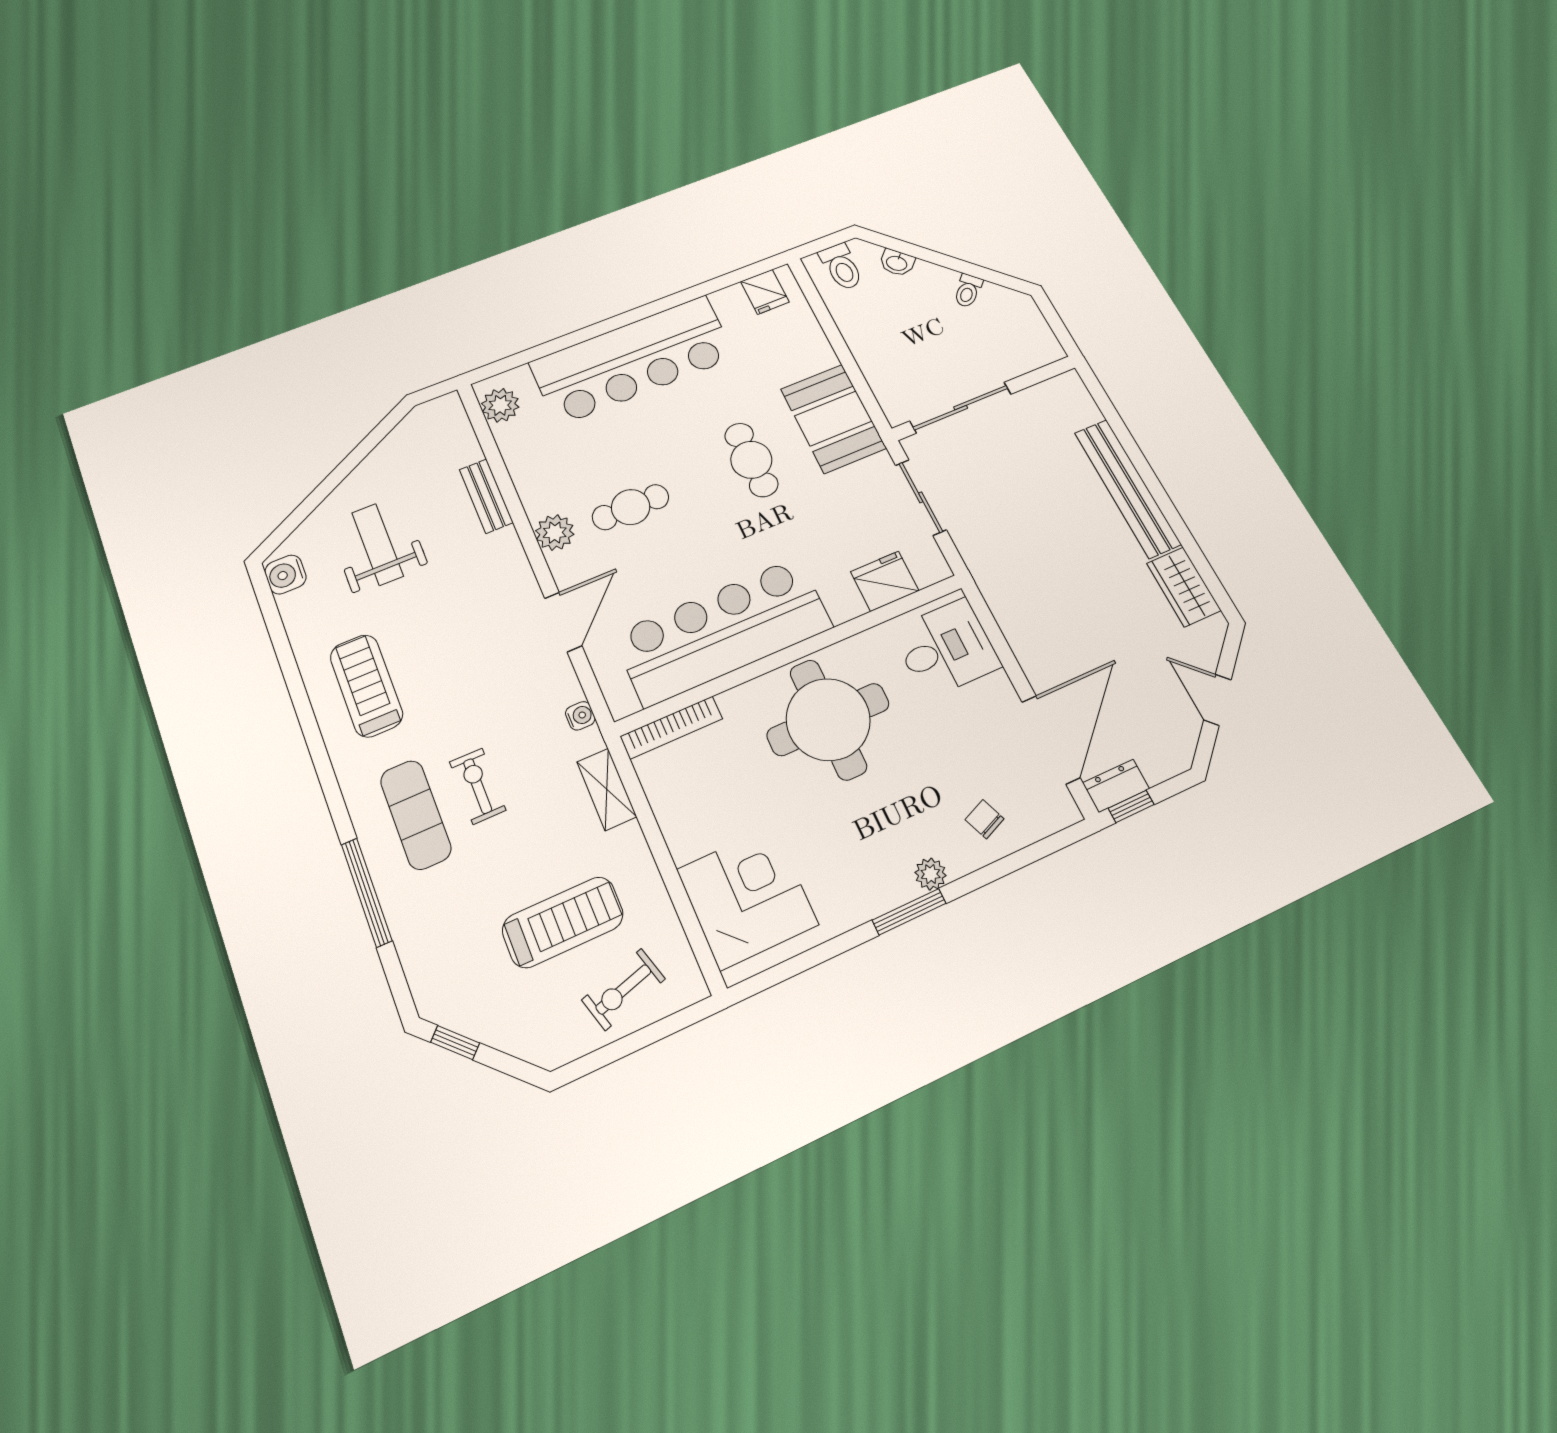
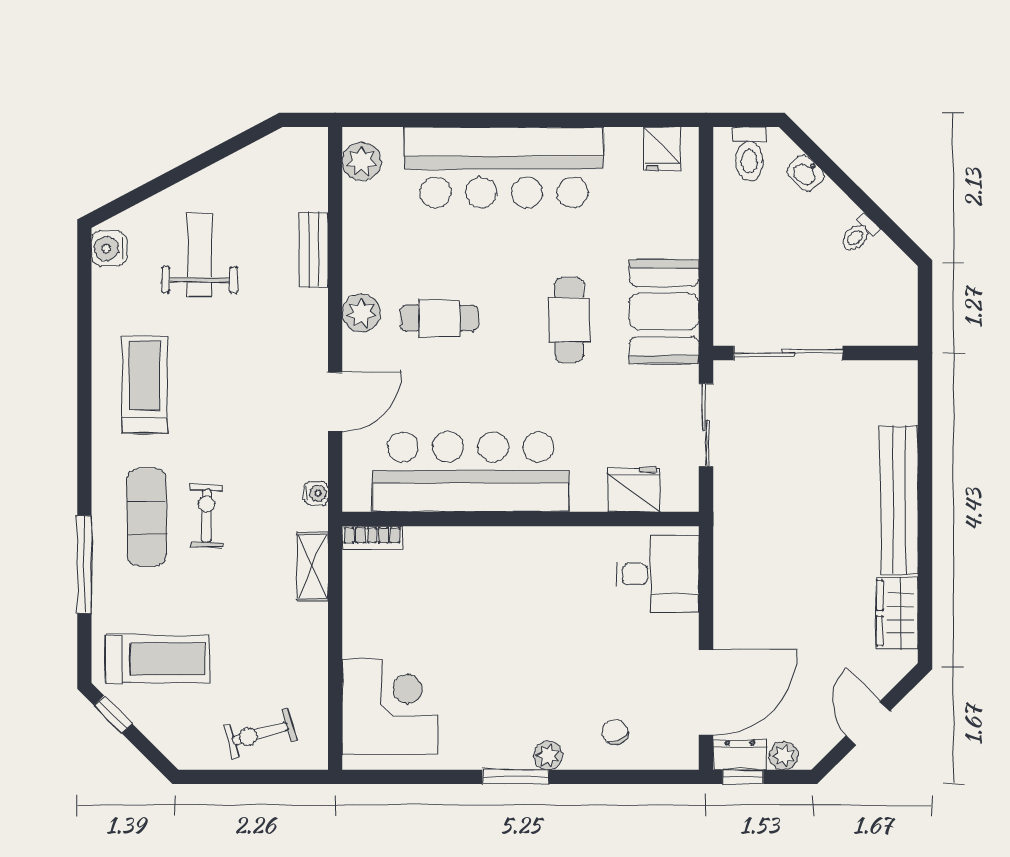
round table: (828, 719) -> (525, 590), removed
bookcase: (671, 728) -> (372, 538), width x0.64
plant: (1158, 767) -> (784, 756), added
treadmill: (563, 922) -> (157, 659), moved

